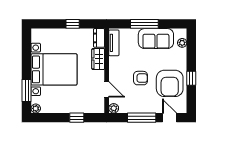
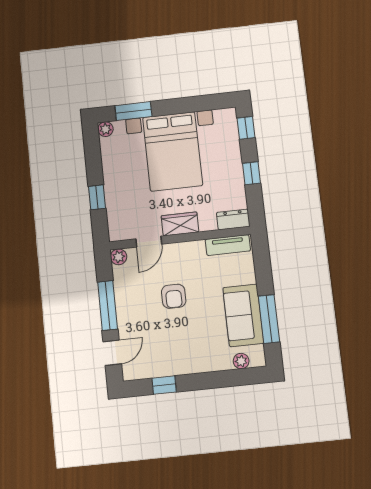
window: (45, 24) -> (246, 128), added
window: (144, 24) -> (269, 319), moved
wardrobe: (98, 59) -> (180, 224), moved
window: (191, 78) -> (164, 385), moved
armchair: (170, 83) -> (170, 347), removed

